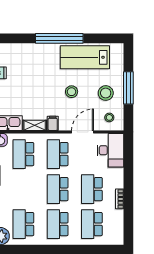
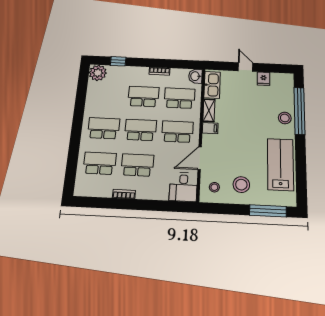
window: (59, 38) -> (299, 111), moved
window: (128, 88) -> (268, 211), moved
stool: (72, 92) -> (285, 118), moved
door: (83, 132) -> (200, 158), swing flipped
desk: (110, 150) -> (183, 187), width x0.73
school desk: (23, 224) -> (143, 96), moved

